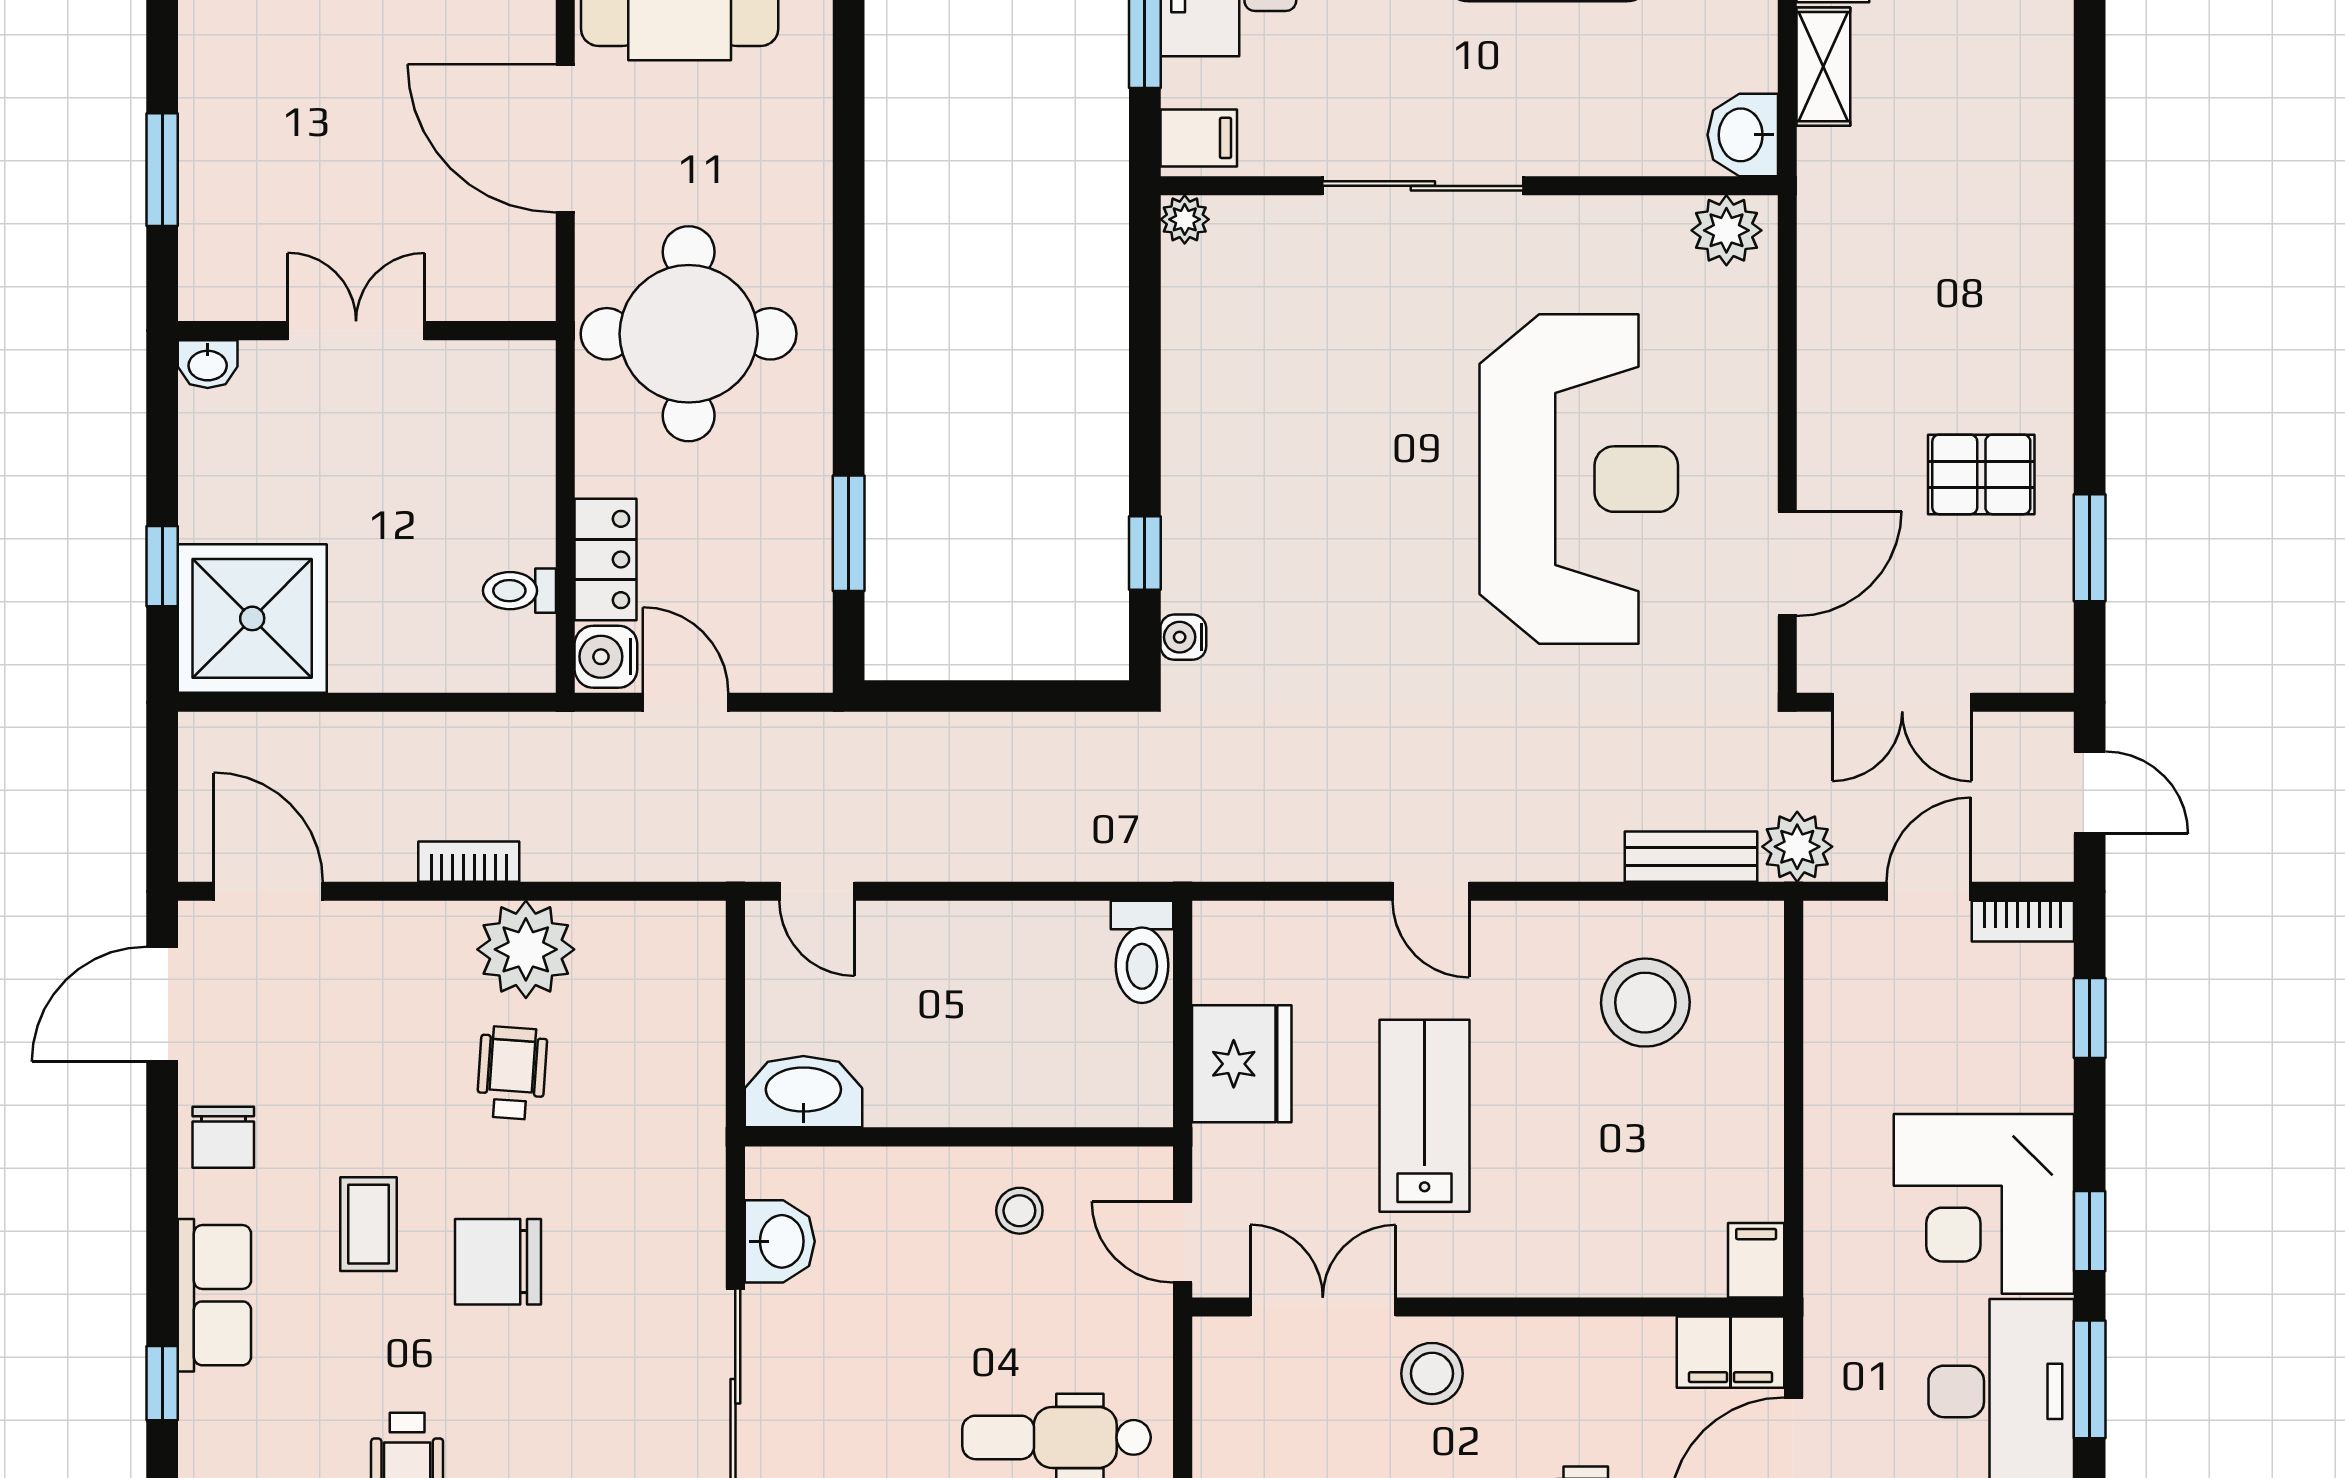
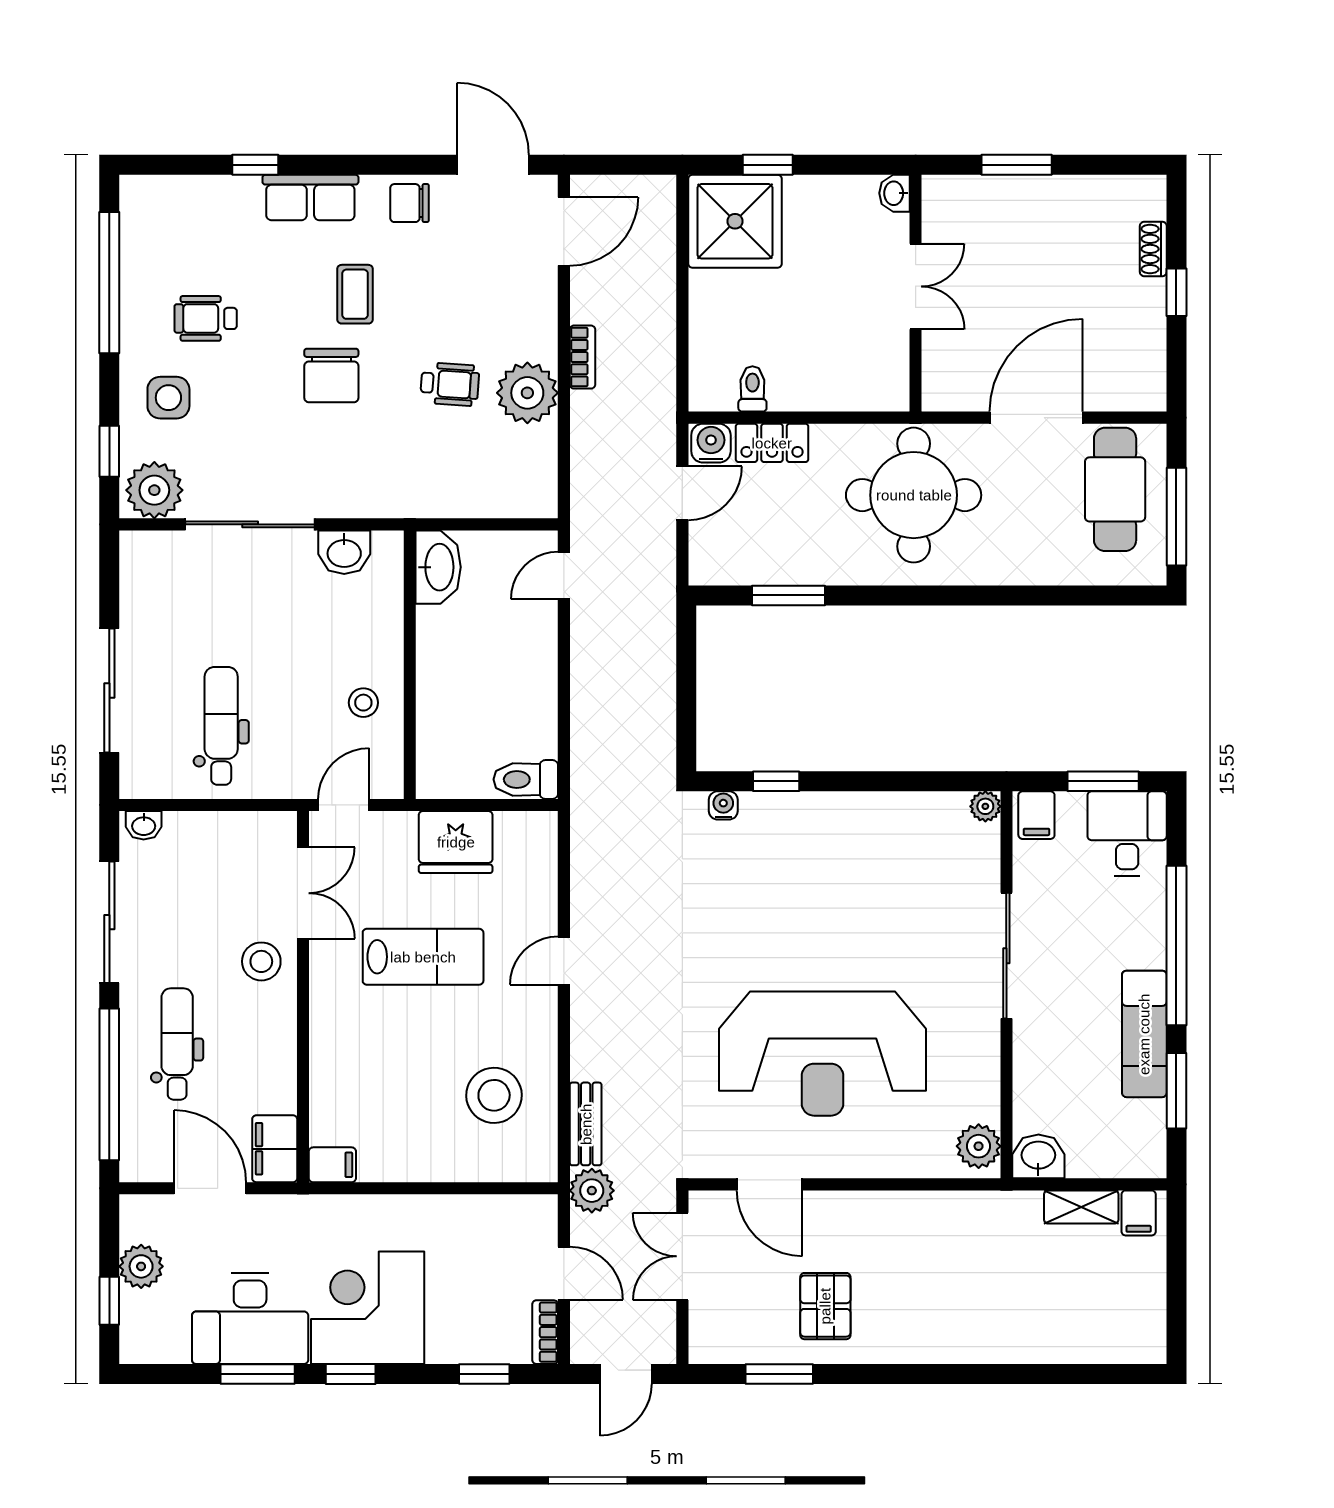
coffee table: (369, 1224) -> (355, 294), turned 90
chair: (498, 1262) -> (331, 375), turned 180

